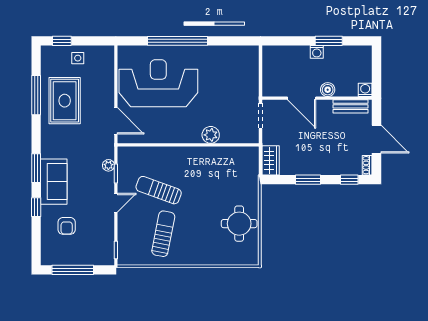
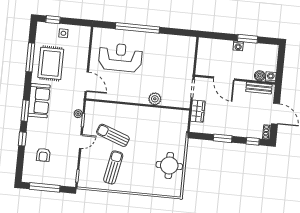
reception desk: (158, 83) -> (120, 57), width x0.74, depth x0.77
boiler: (328, 90) -> (260, 76), moved
wardrobe: (271, 160) -> (198, 111), moved
sofa: (54, 182) -> (39, 101), moved

